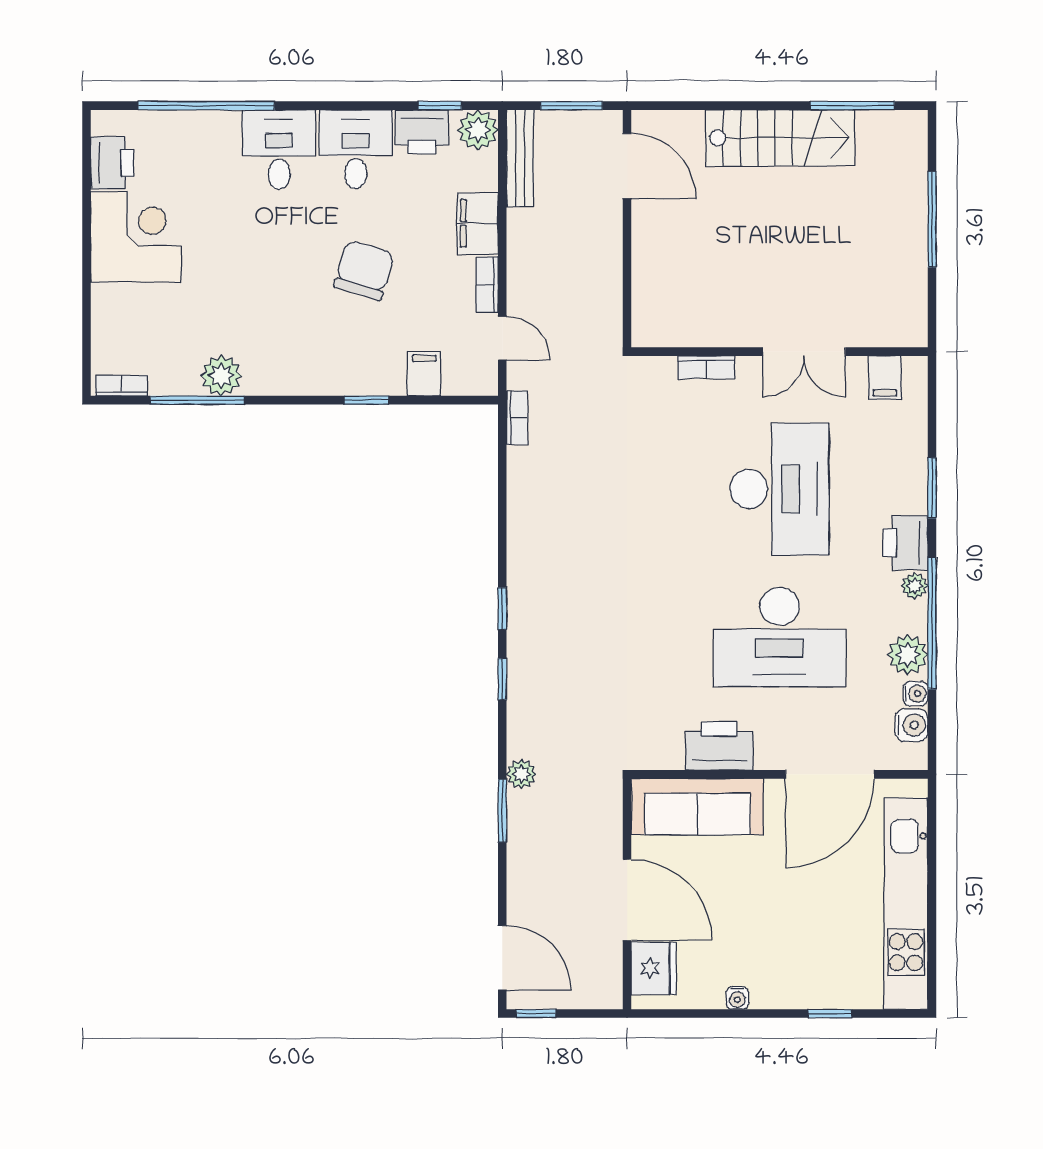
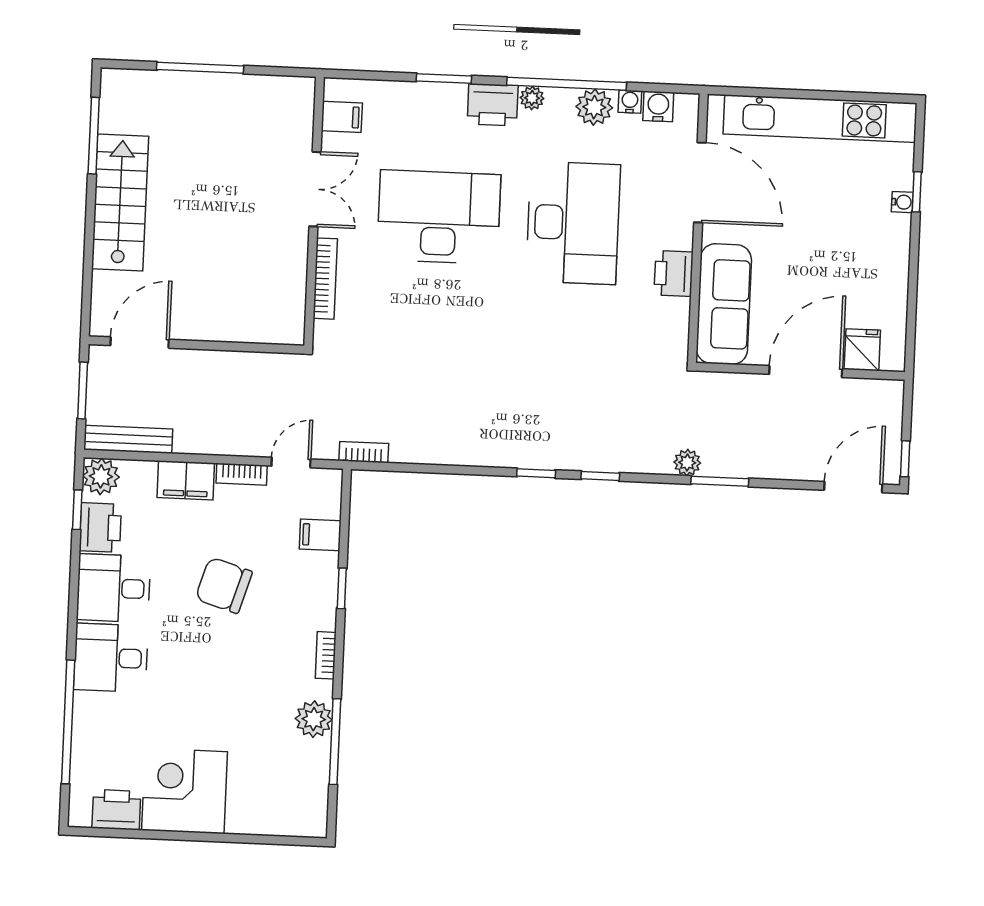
bookcase: (706, 367) -> (325, 279), width x1.56
bookcase: (122, 386) -> (326, 655), moved
printer: (719, 746) -> (673, 273), width x0.73, depth x0.84
fridge: (654, 968) -> (862, 350), width x0.72
water cooler: (737, 998) -> (902, 202), moved

